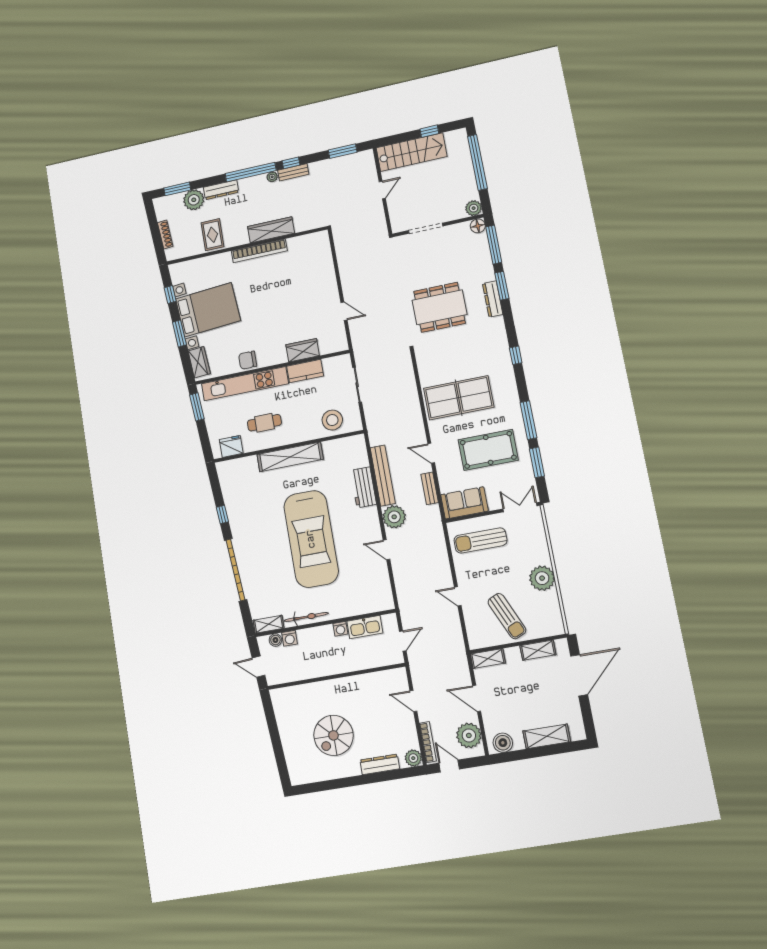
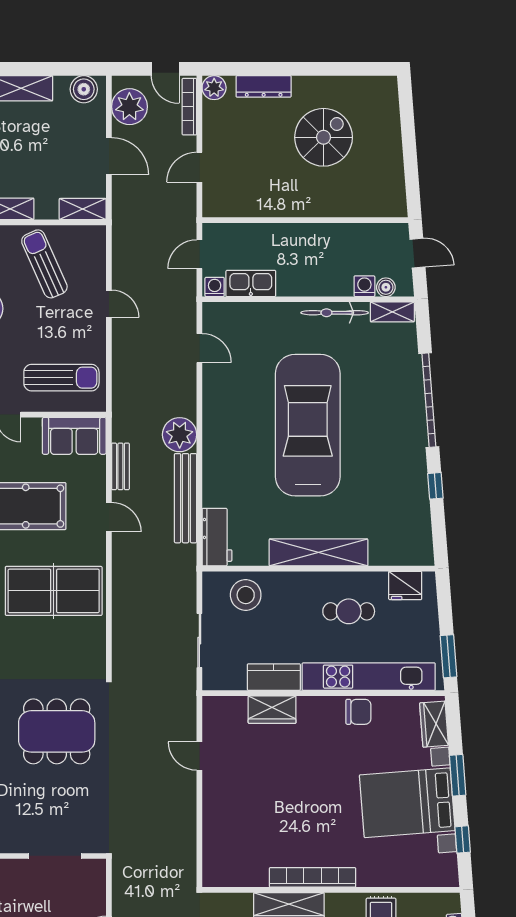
workbench: (363, 487) -> (217, 537), moved
door: (387, 550) -> (199, 348), moved
washing machine: (340, 629) -> (215, 287), moved
door: (413, 701) -> (199, 167), swing flipped

